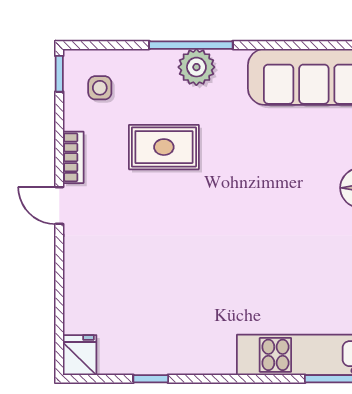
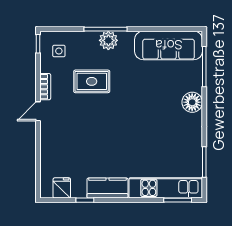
door: (59, 205) -> (38, 111), hinge flipped
fridge: (80, 355) -> (62, 188), moved
kitchen counter: (195, 355) -> (107, 188), added

